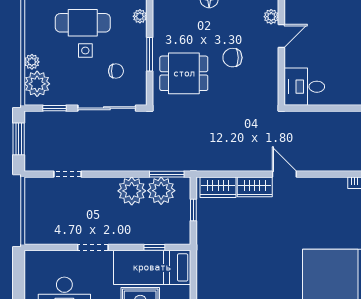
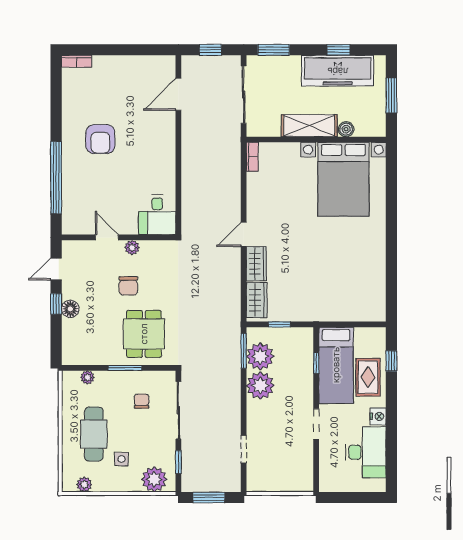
plant: (271, 17) -> (132, 247), moved
side table: (85, 51) -> (122, 459), moved
plant: (32, 62) -> (84, 485), moved

